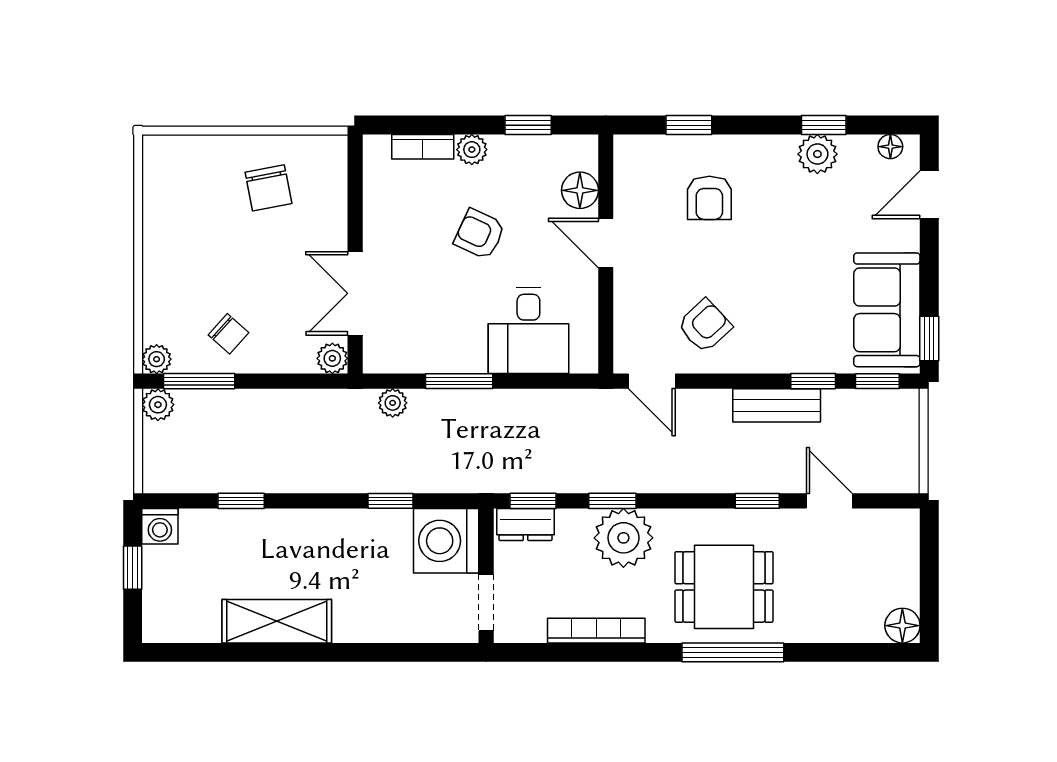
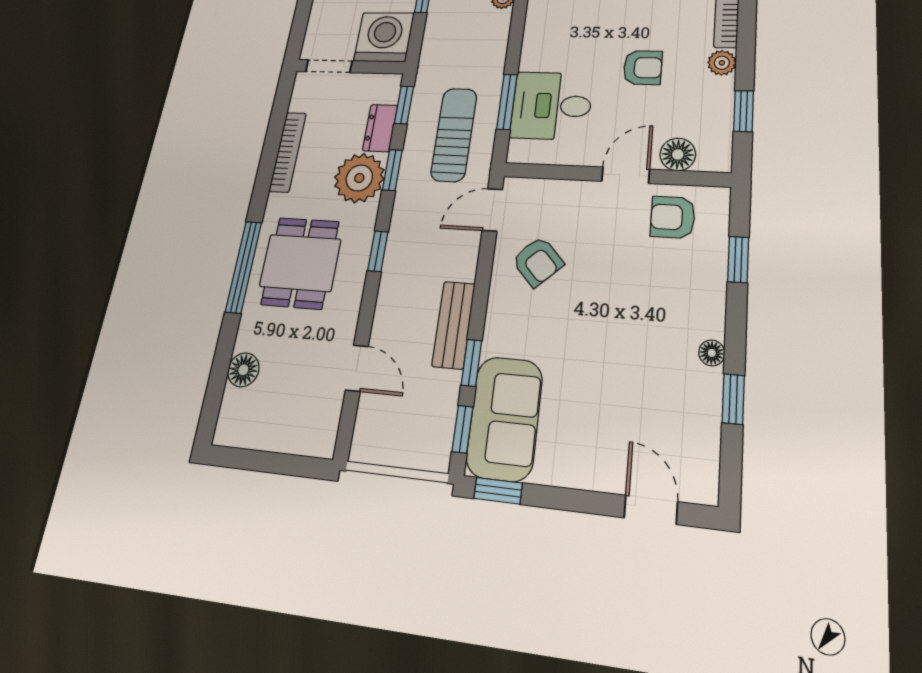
floor lamp: (890, 147) -> (712, 353), moved
plant: (817, 154) -> (702, 389), removed
armchair: (709, 198) -> (673, 217), moved
armchair: (480, 234) -> (643, 68), turned 65
sofa: (887, 310) -> (504, 418), moved, turned 90
window: (459, 381) -> (507, 102), moved
sun lounger: (567, 437) -> (454, 134), added
window: (757, 501) -> (378, 251), moved
door: (829, 501) -> (357, 368), hinge flipped
dresser: (526, 524) -> (380, 128), moved
floor lamp: (902, 626) -> (243, 370), moved

